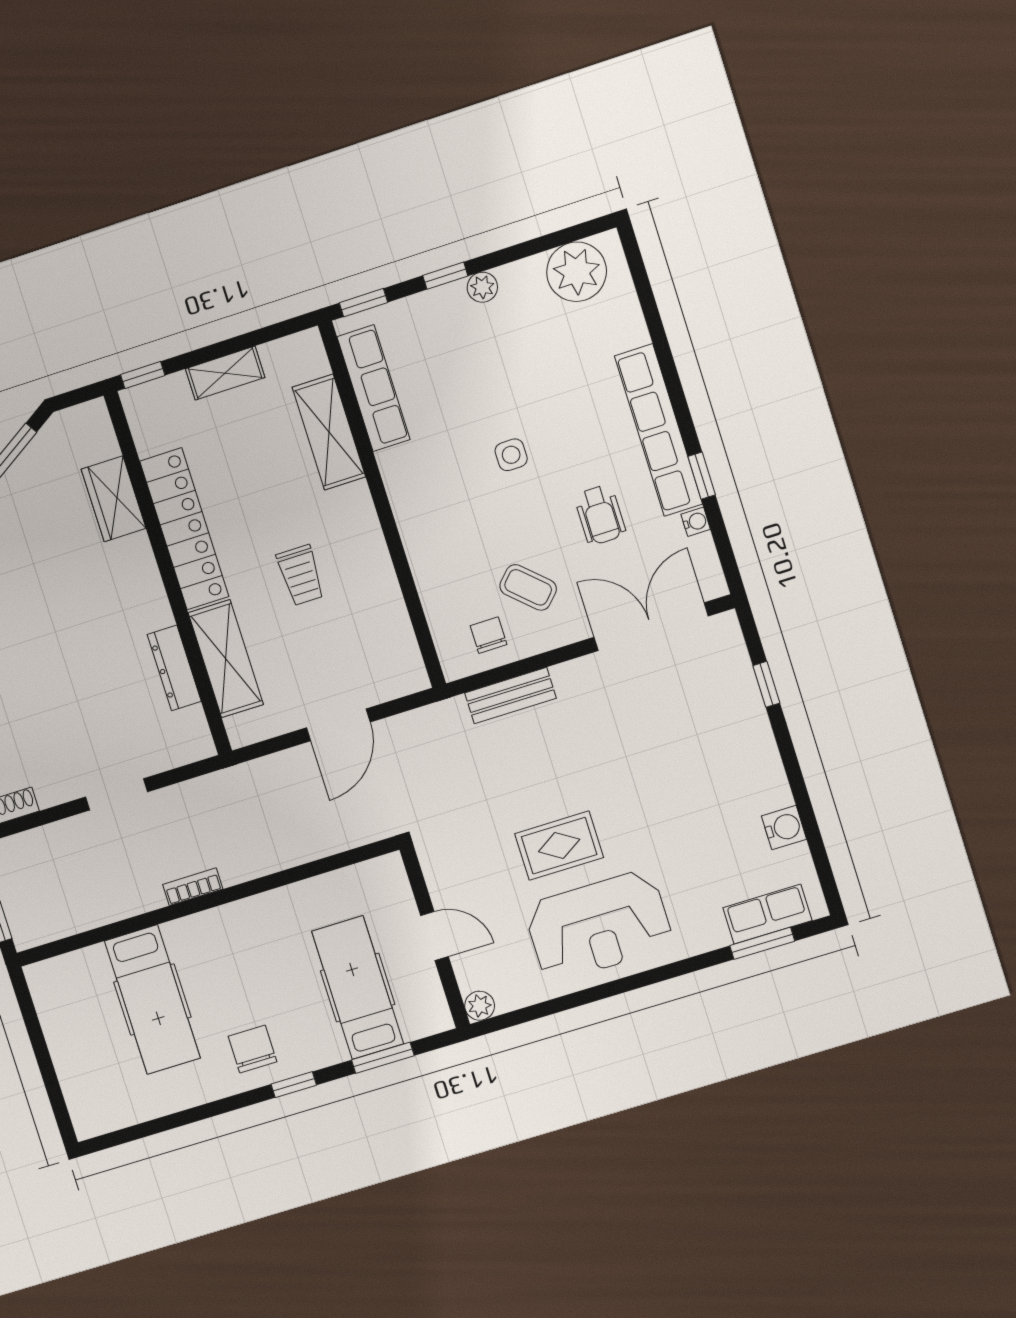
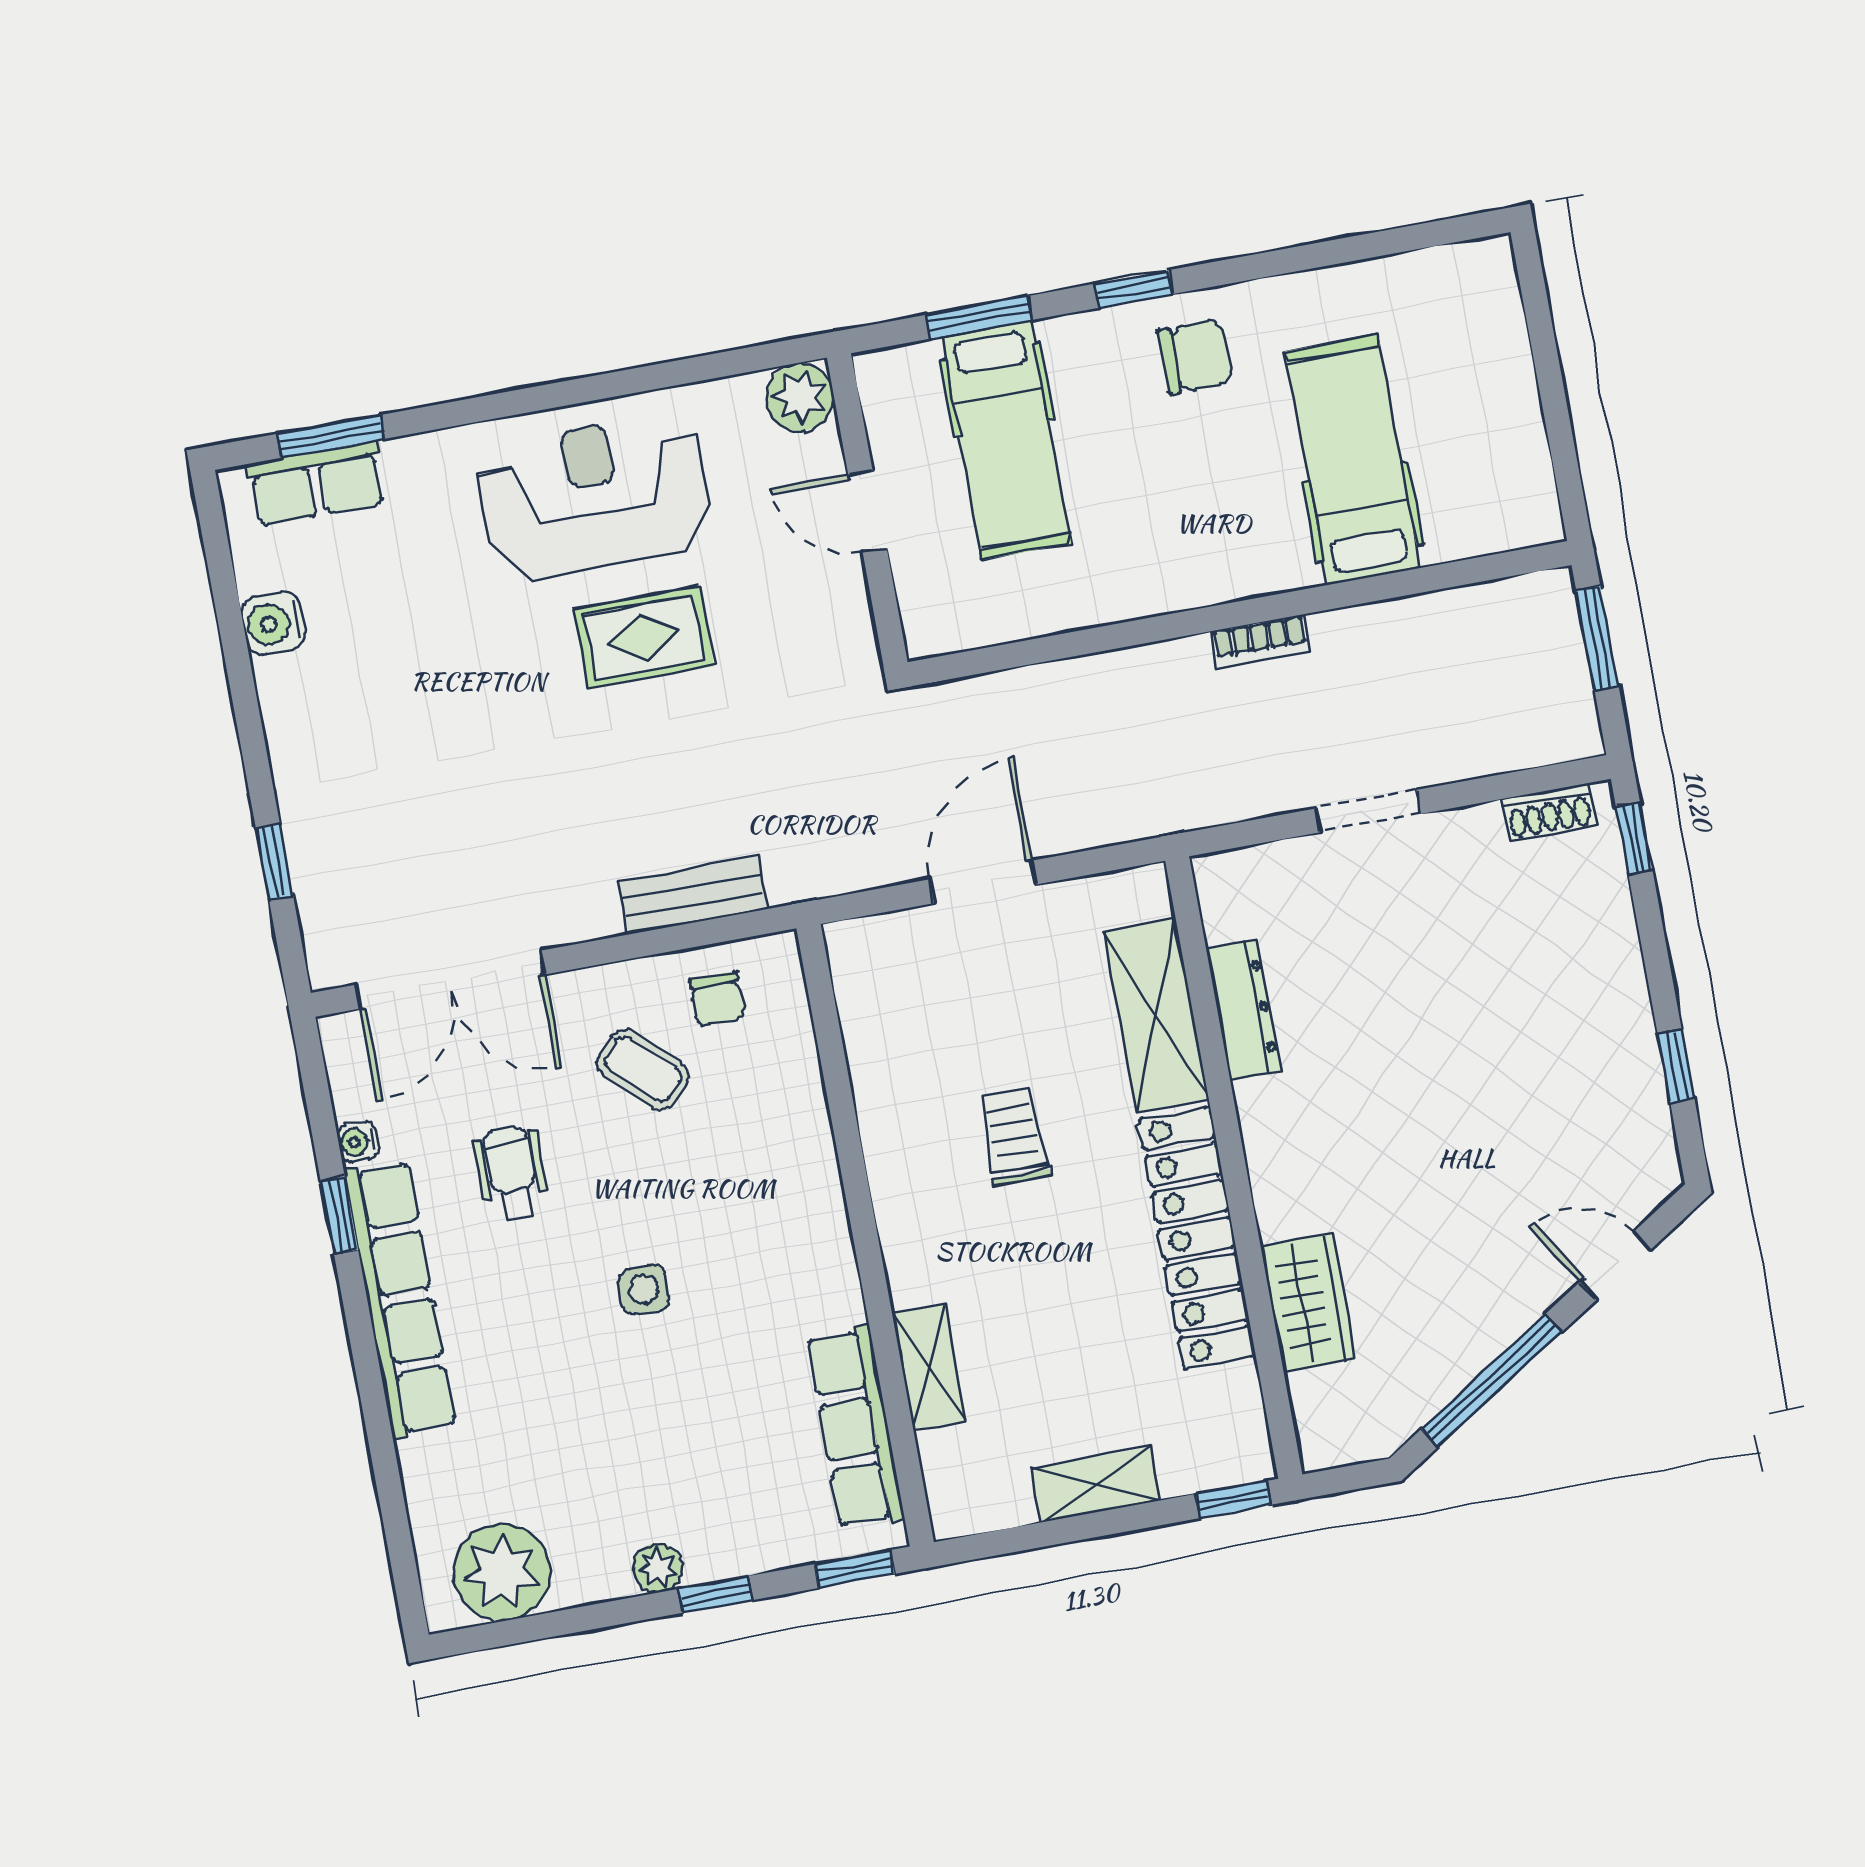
shelving: (329, 432) -> (929, 1367), width x0.67, depth x0.75
plant: (480, 1006) -> (800, 397), width x1.38, depth x1.38
chair: (252, 1049) -> (1195, 357), turned -90

